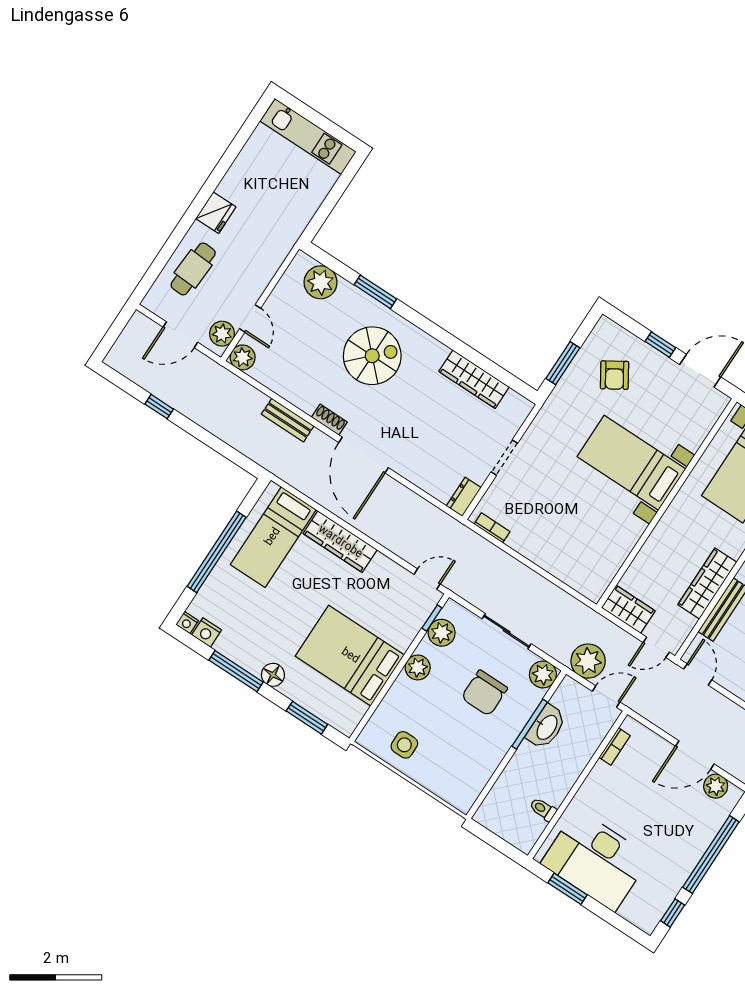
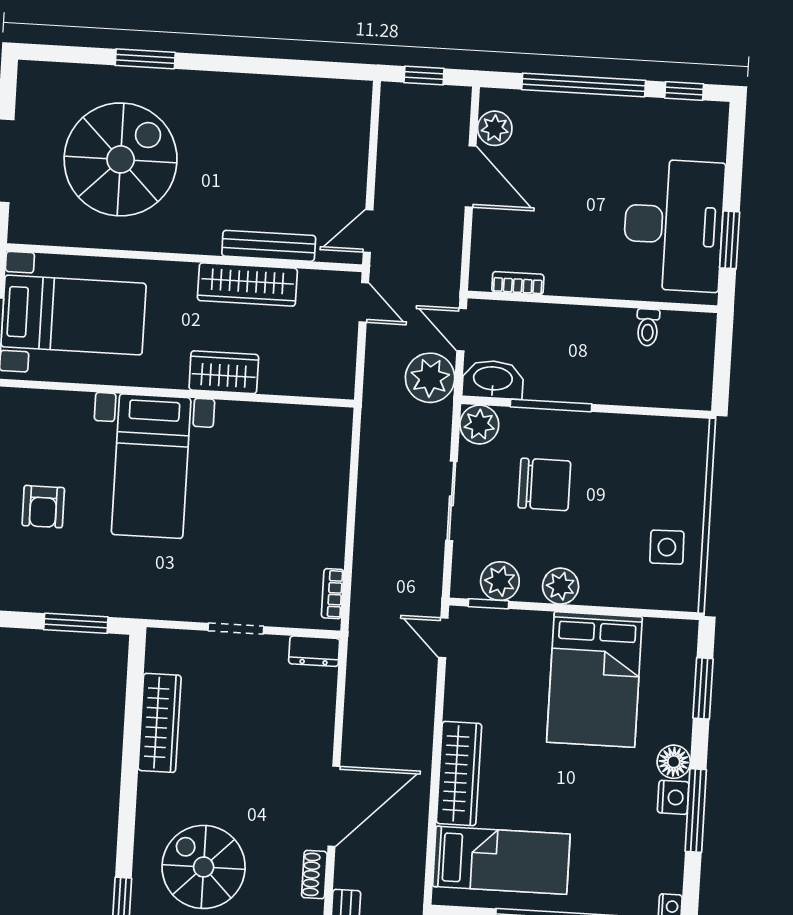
armchair: (615, 375) -> (43, 507), moved, turned 122
wardrobe: (628, 609) -> (224, 372), moved, turned 90
nightstand: (207, 632) -> (673, 797), moved
washbasin: (546, 727) -> (493, 379), moved

